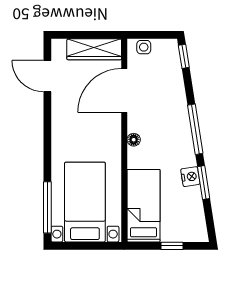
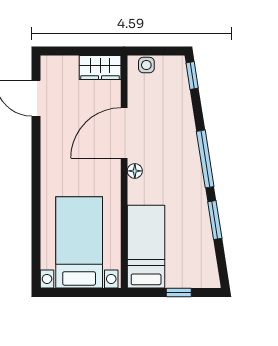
wardrobe: (94, 49) -> (100, 67), width x0.67
door: (124, 90) -> (124, 133), moved
nightstand: (190, 177) -> (200, 213), removed
window: (47, 207) -> (36, 248), removed

